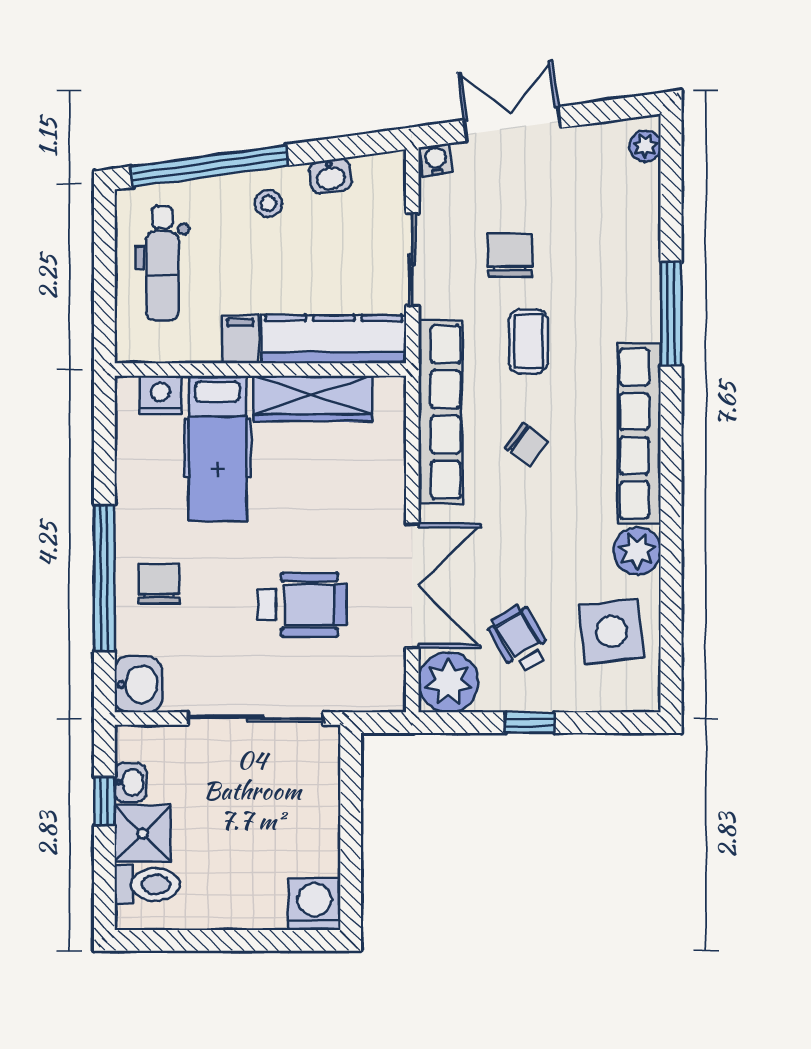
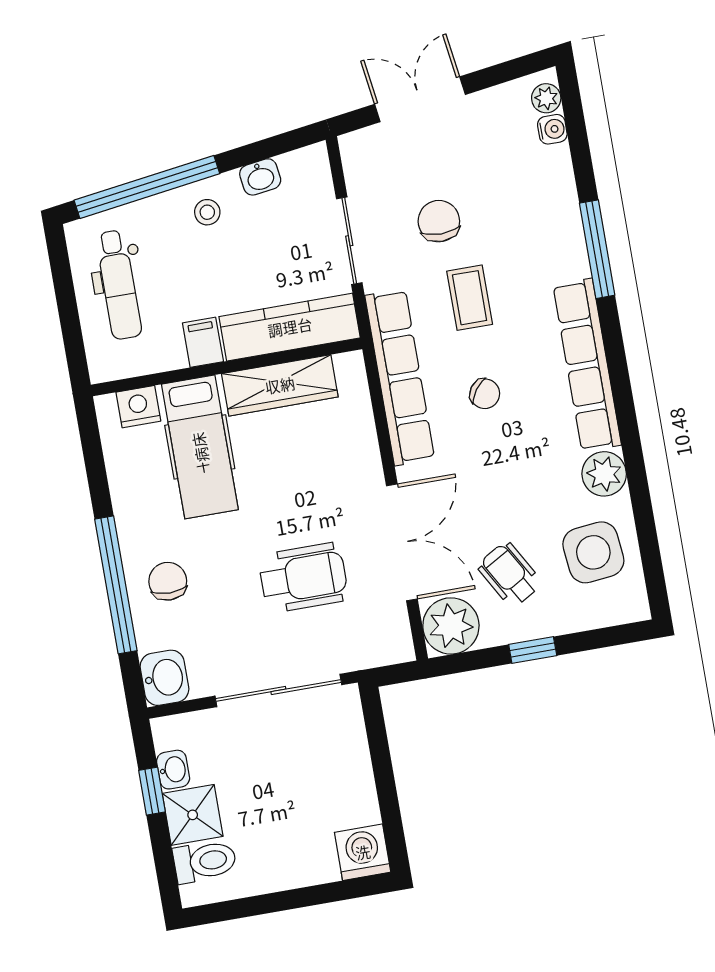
water cooler: (436, 160) -> (552, 129), moved, turned 98

